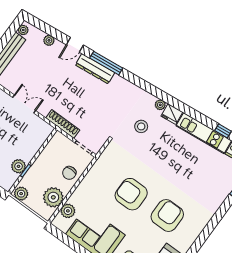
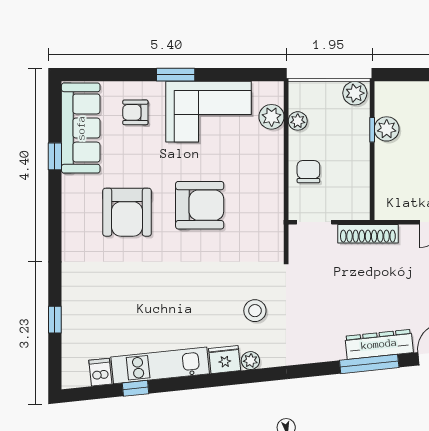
plant: (53, 197) -> (298, 121), width x0.53, depth x0.53

